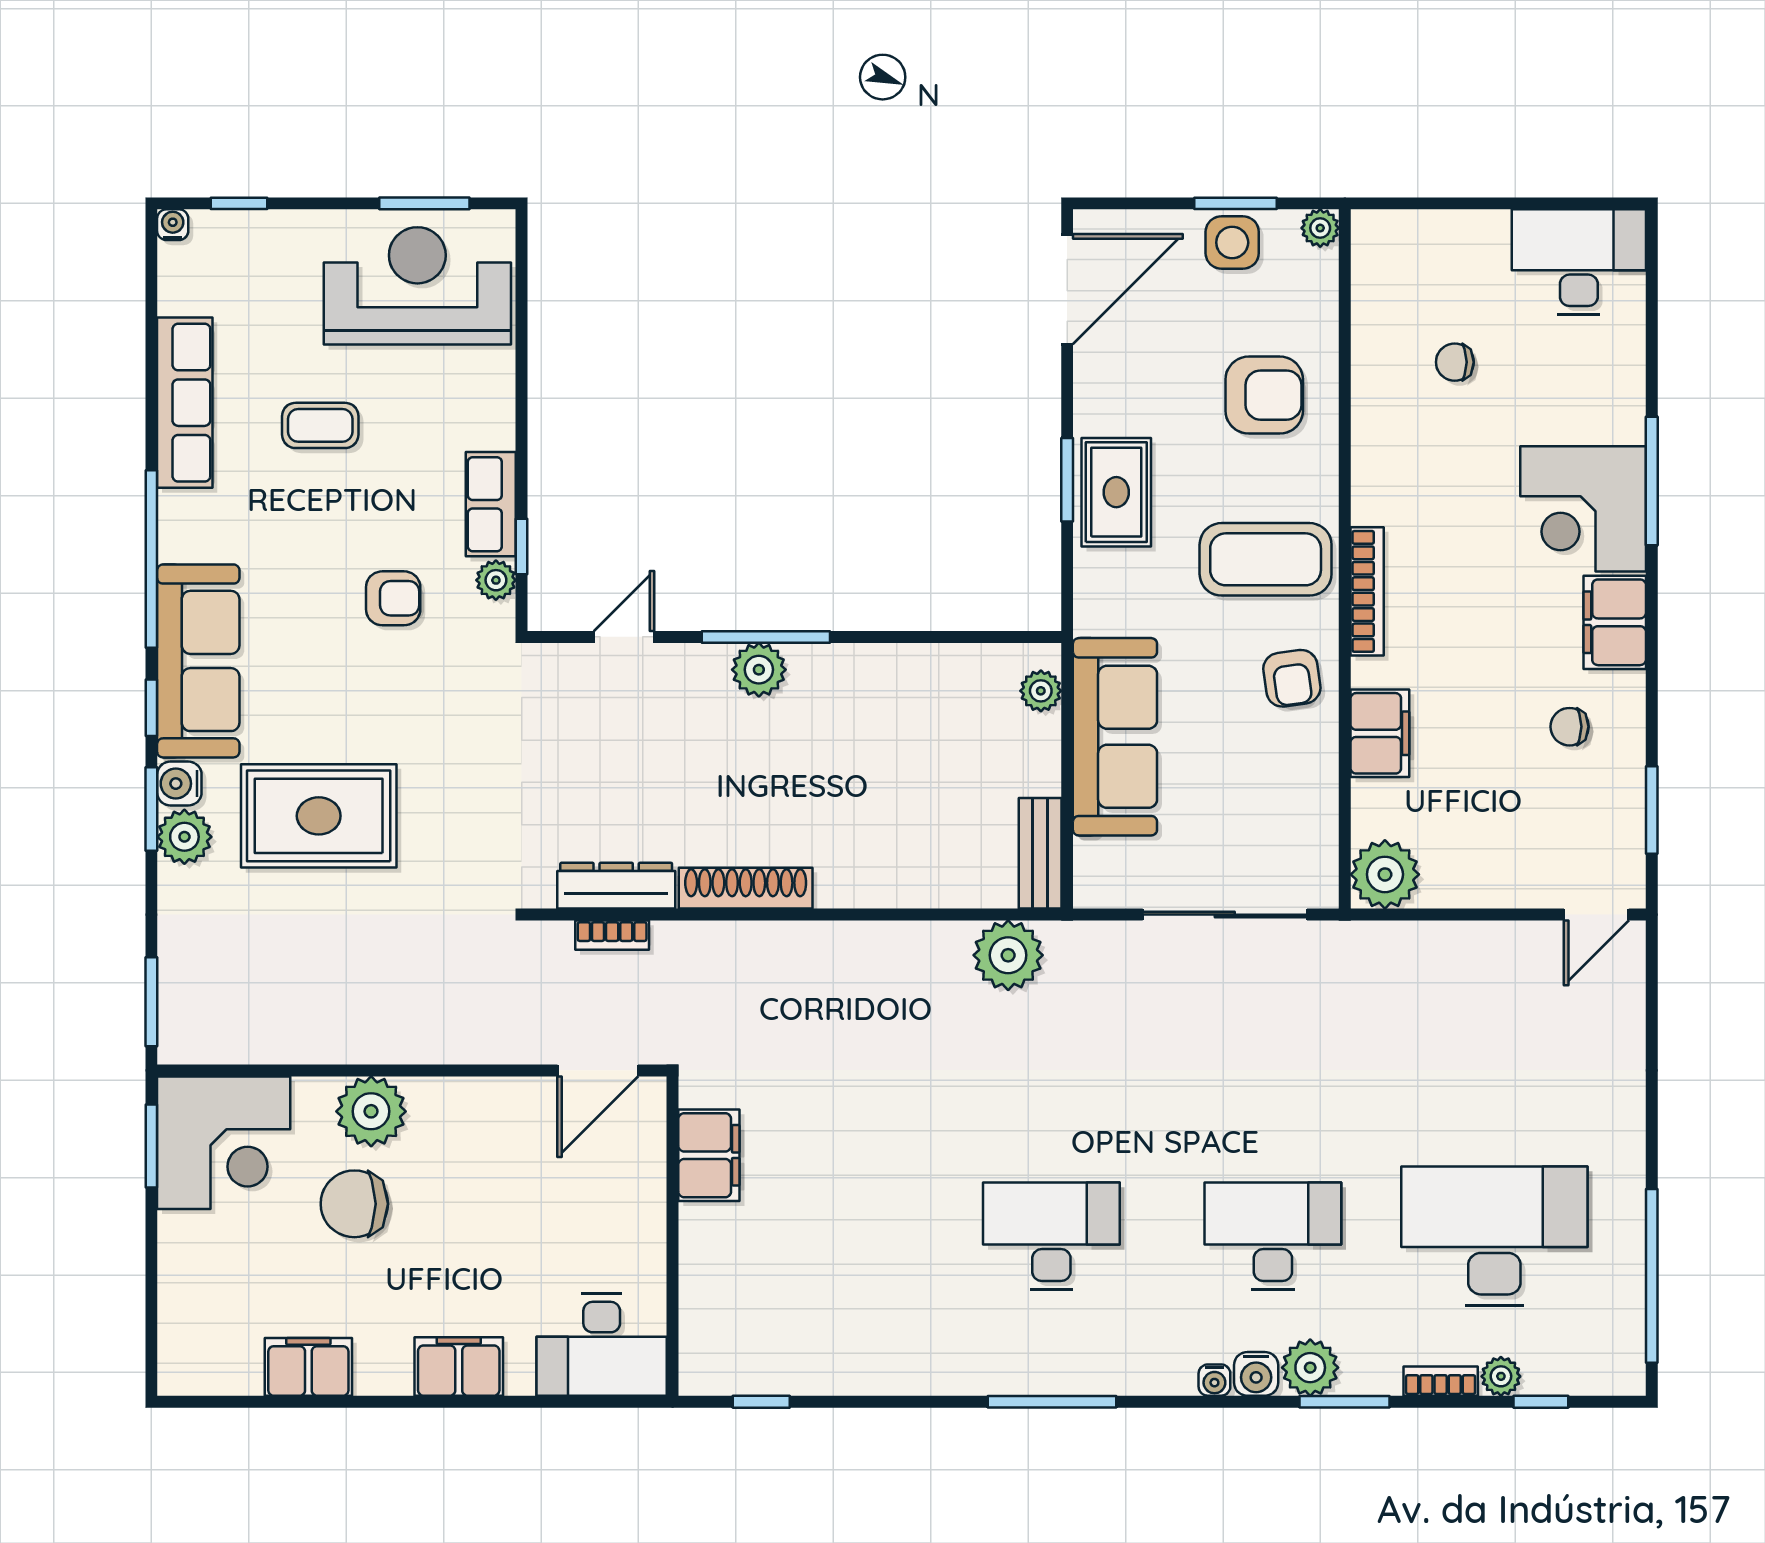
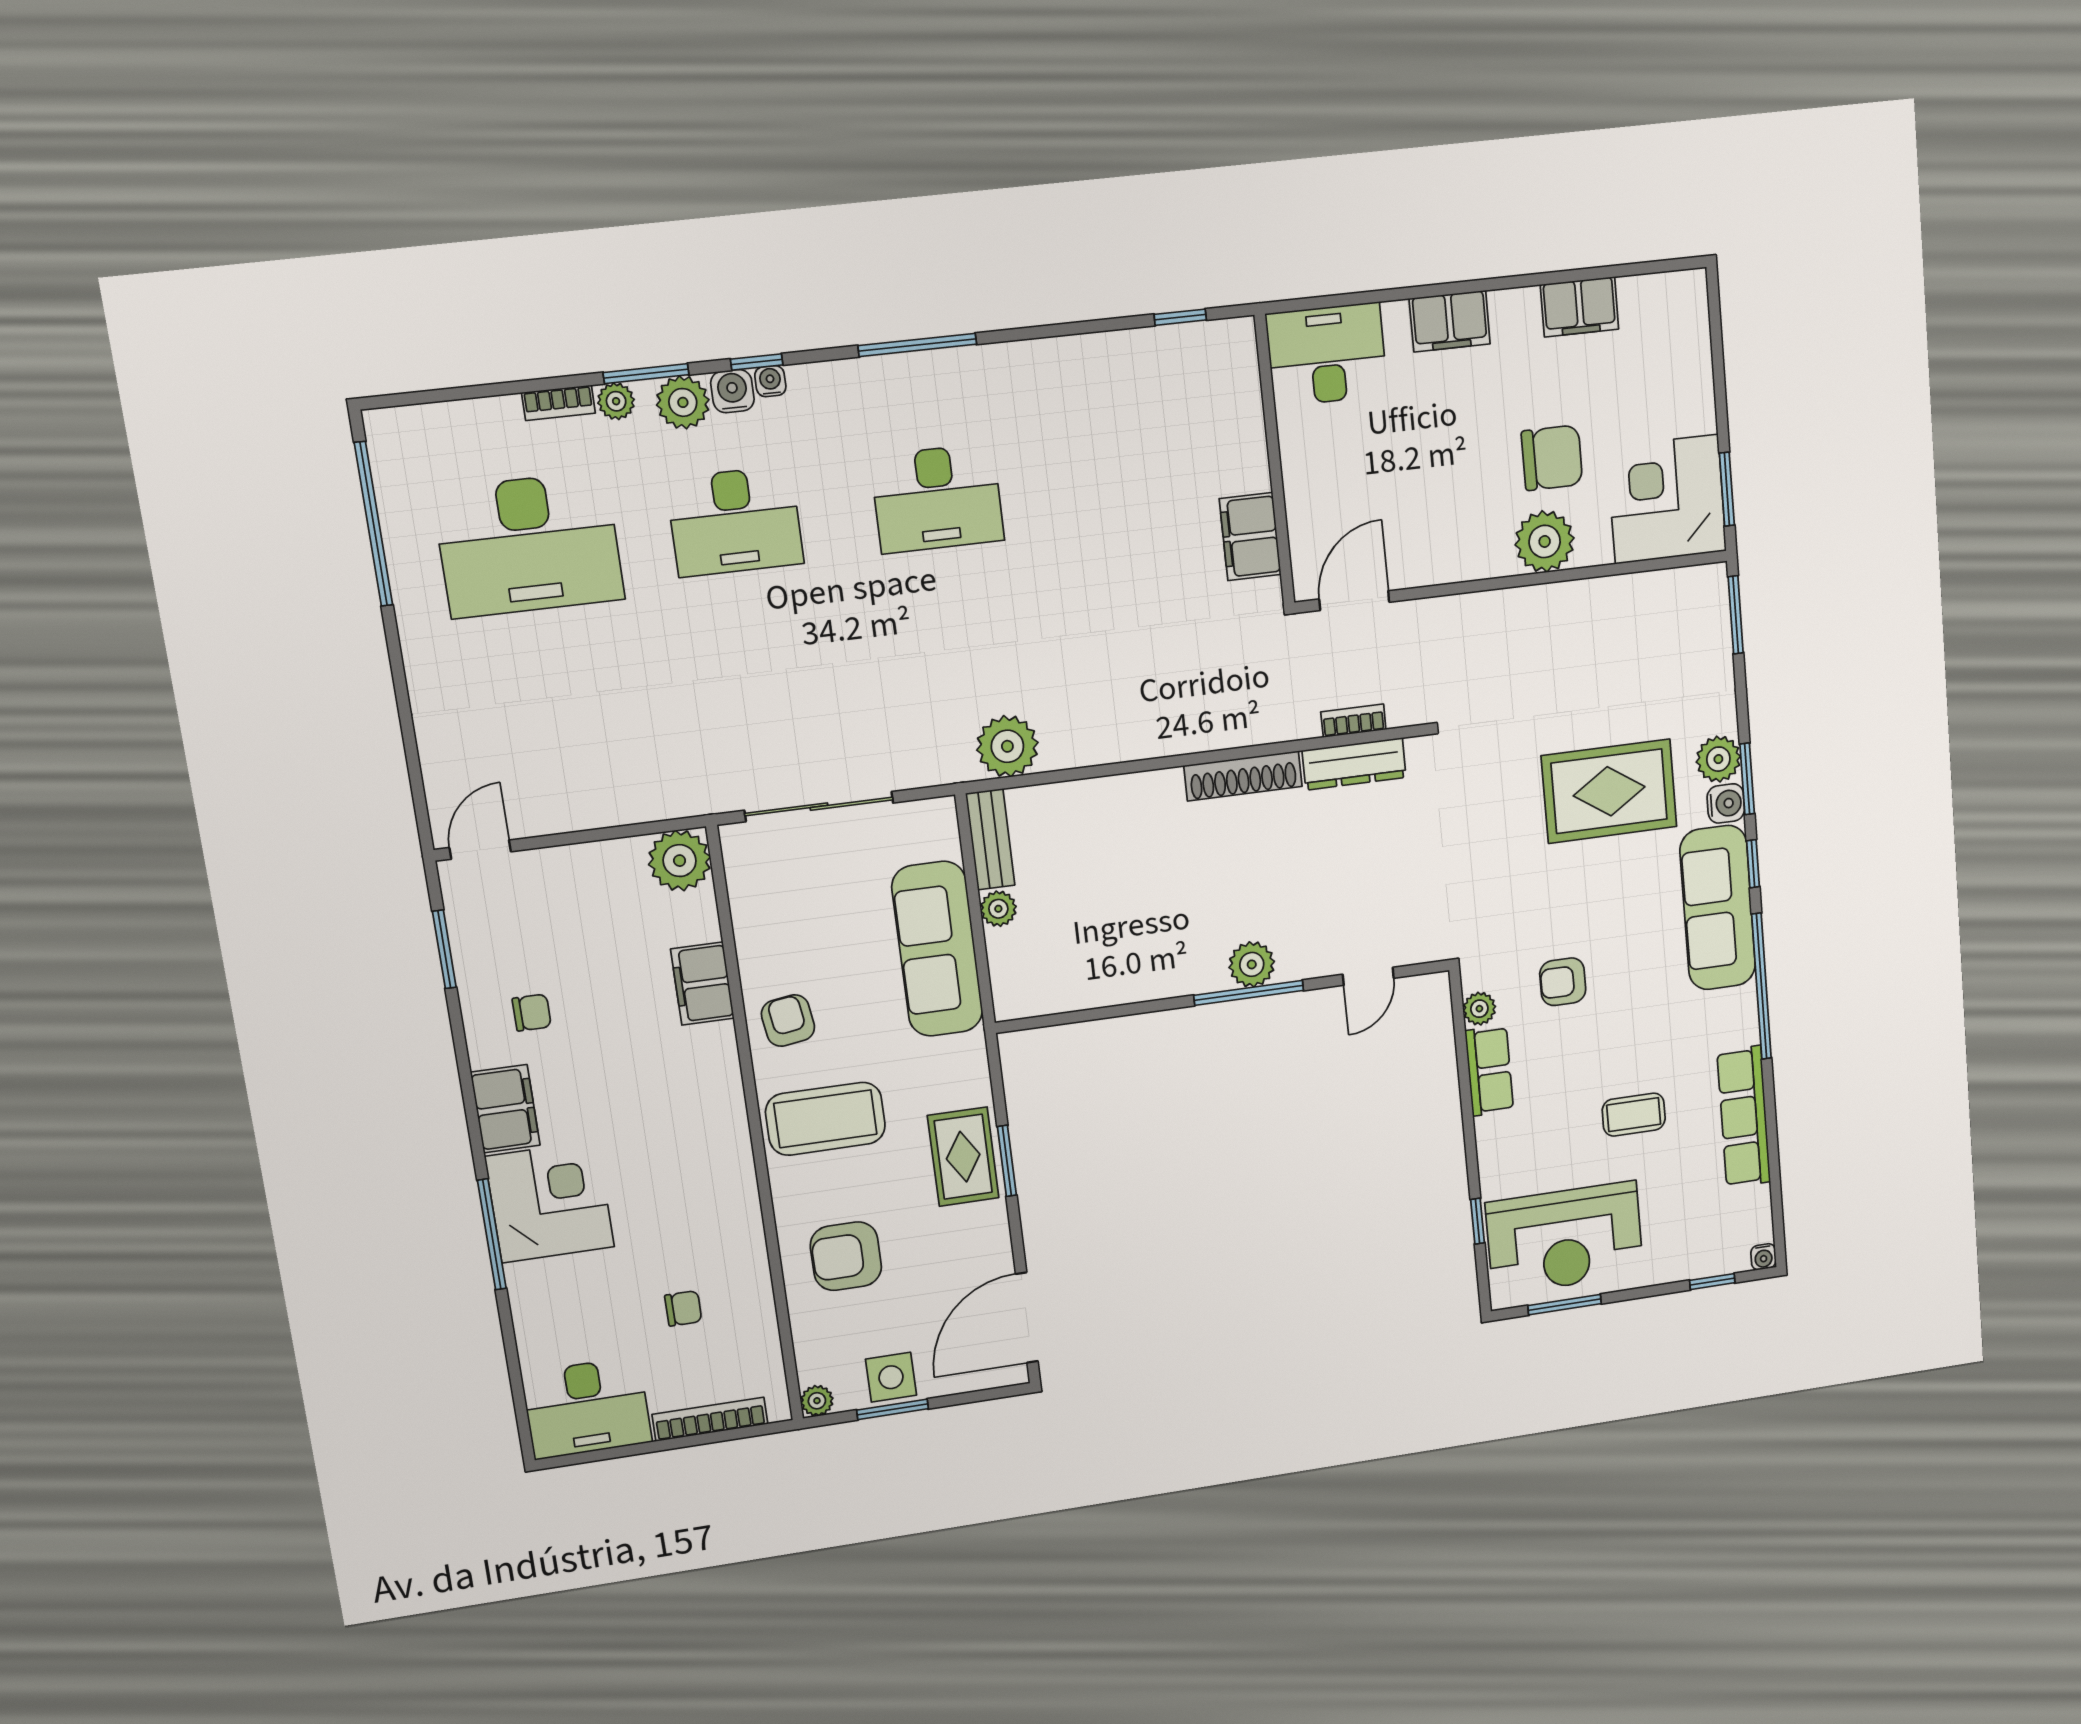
window: (522, 547) -> (1478, 1221), moved
bookcase: (1367, 591) -> (710, 1419), moved, turned 90
plant: (1041, 691) -> (998, 909), moved
plant: (1501, 1376) -> (616, 401), moved
window: (1541, 1402) -> (757, 362), moved

